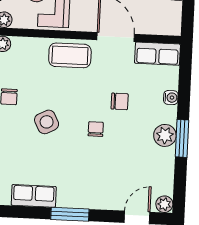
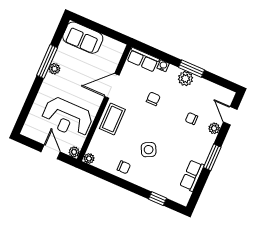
row of seats: (157, 54) -> (143, 60), moved, turned 90
chair: (96, 129) -> (192, 119), moved
plant: (164, 204) -> (214, 128), moved

